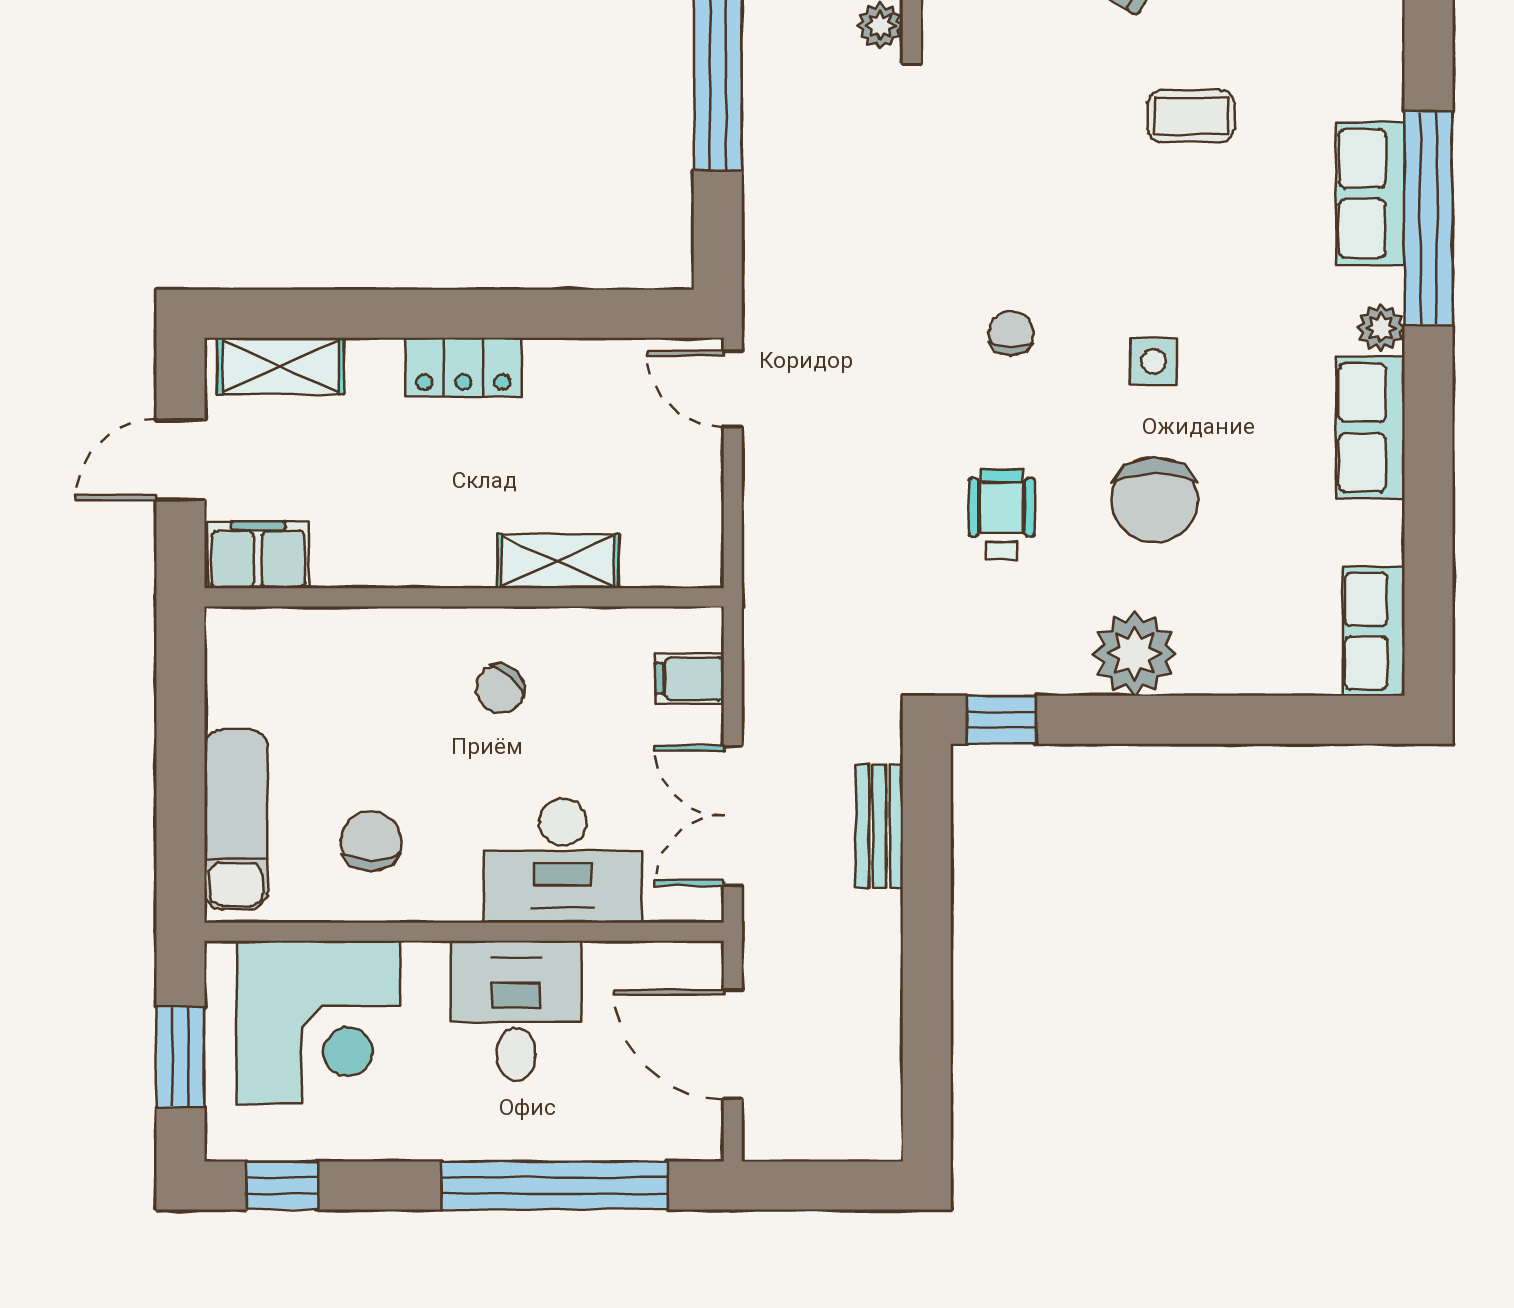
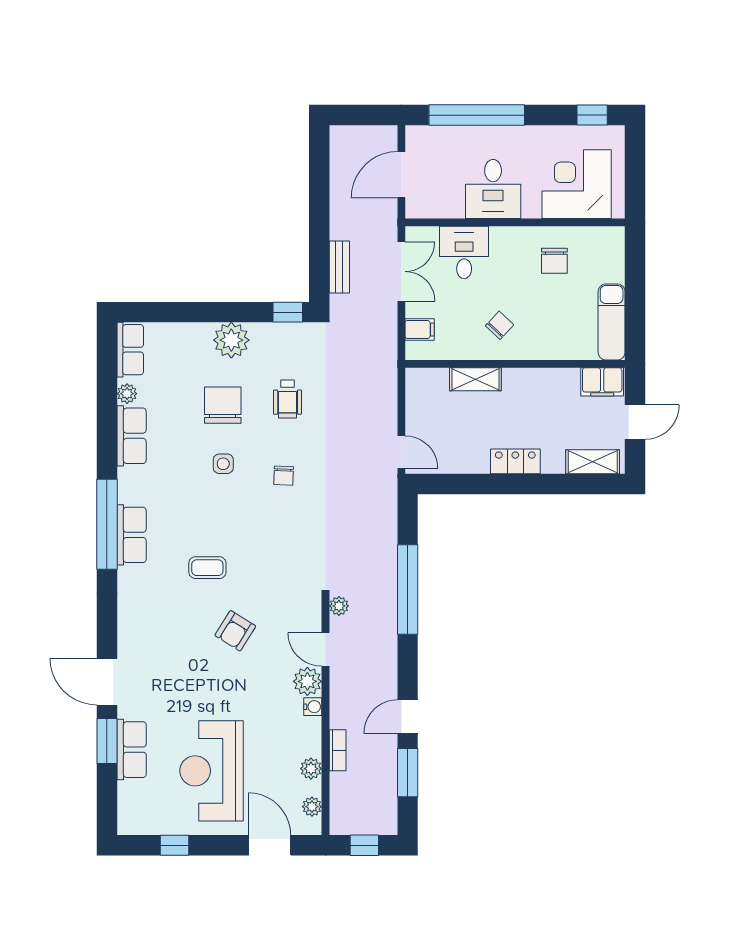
plant: (1381, 328) -> (127, 394), moved
exam couch: (236, 819) -> (612, 322), moved
desk: (563, 861) -> (464, 253), width x0.73
door: (733, 1044) -> (401, 175), swing flipped
window: (180, 1057) -> (635, 169), removed

